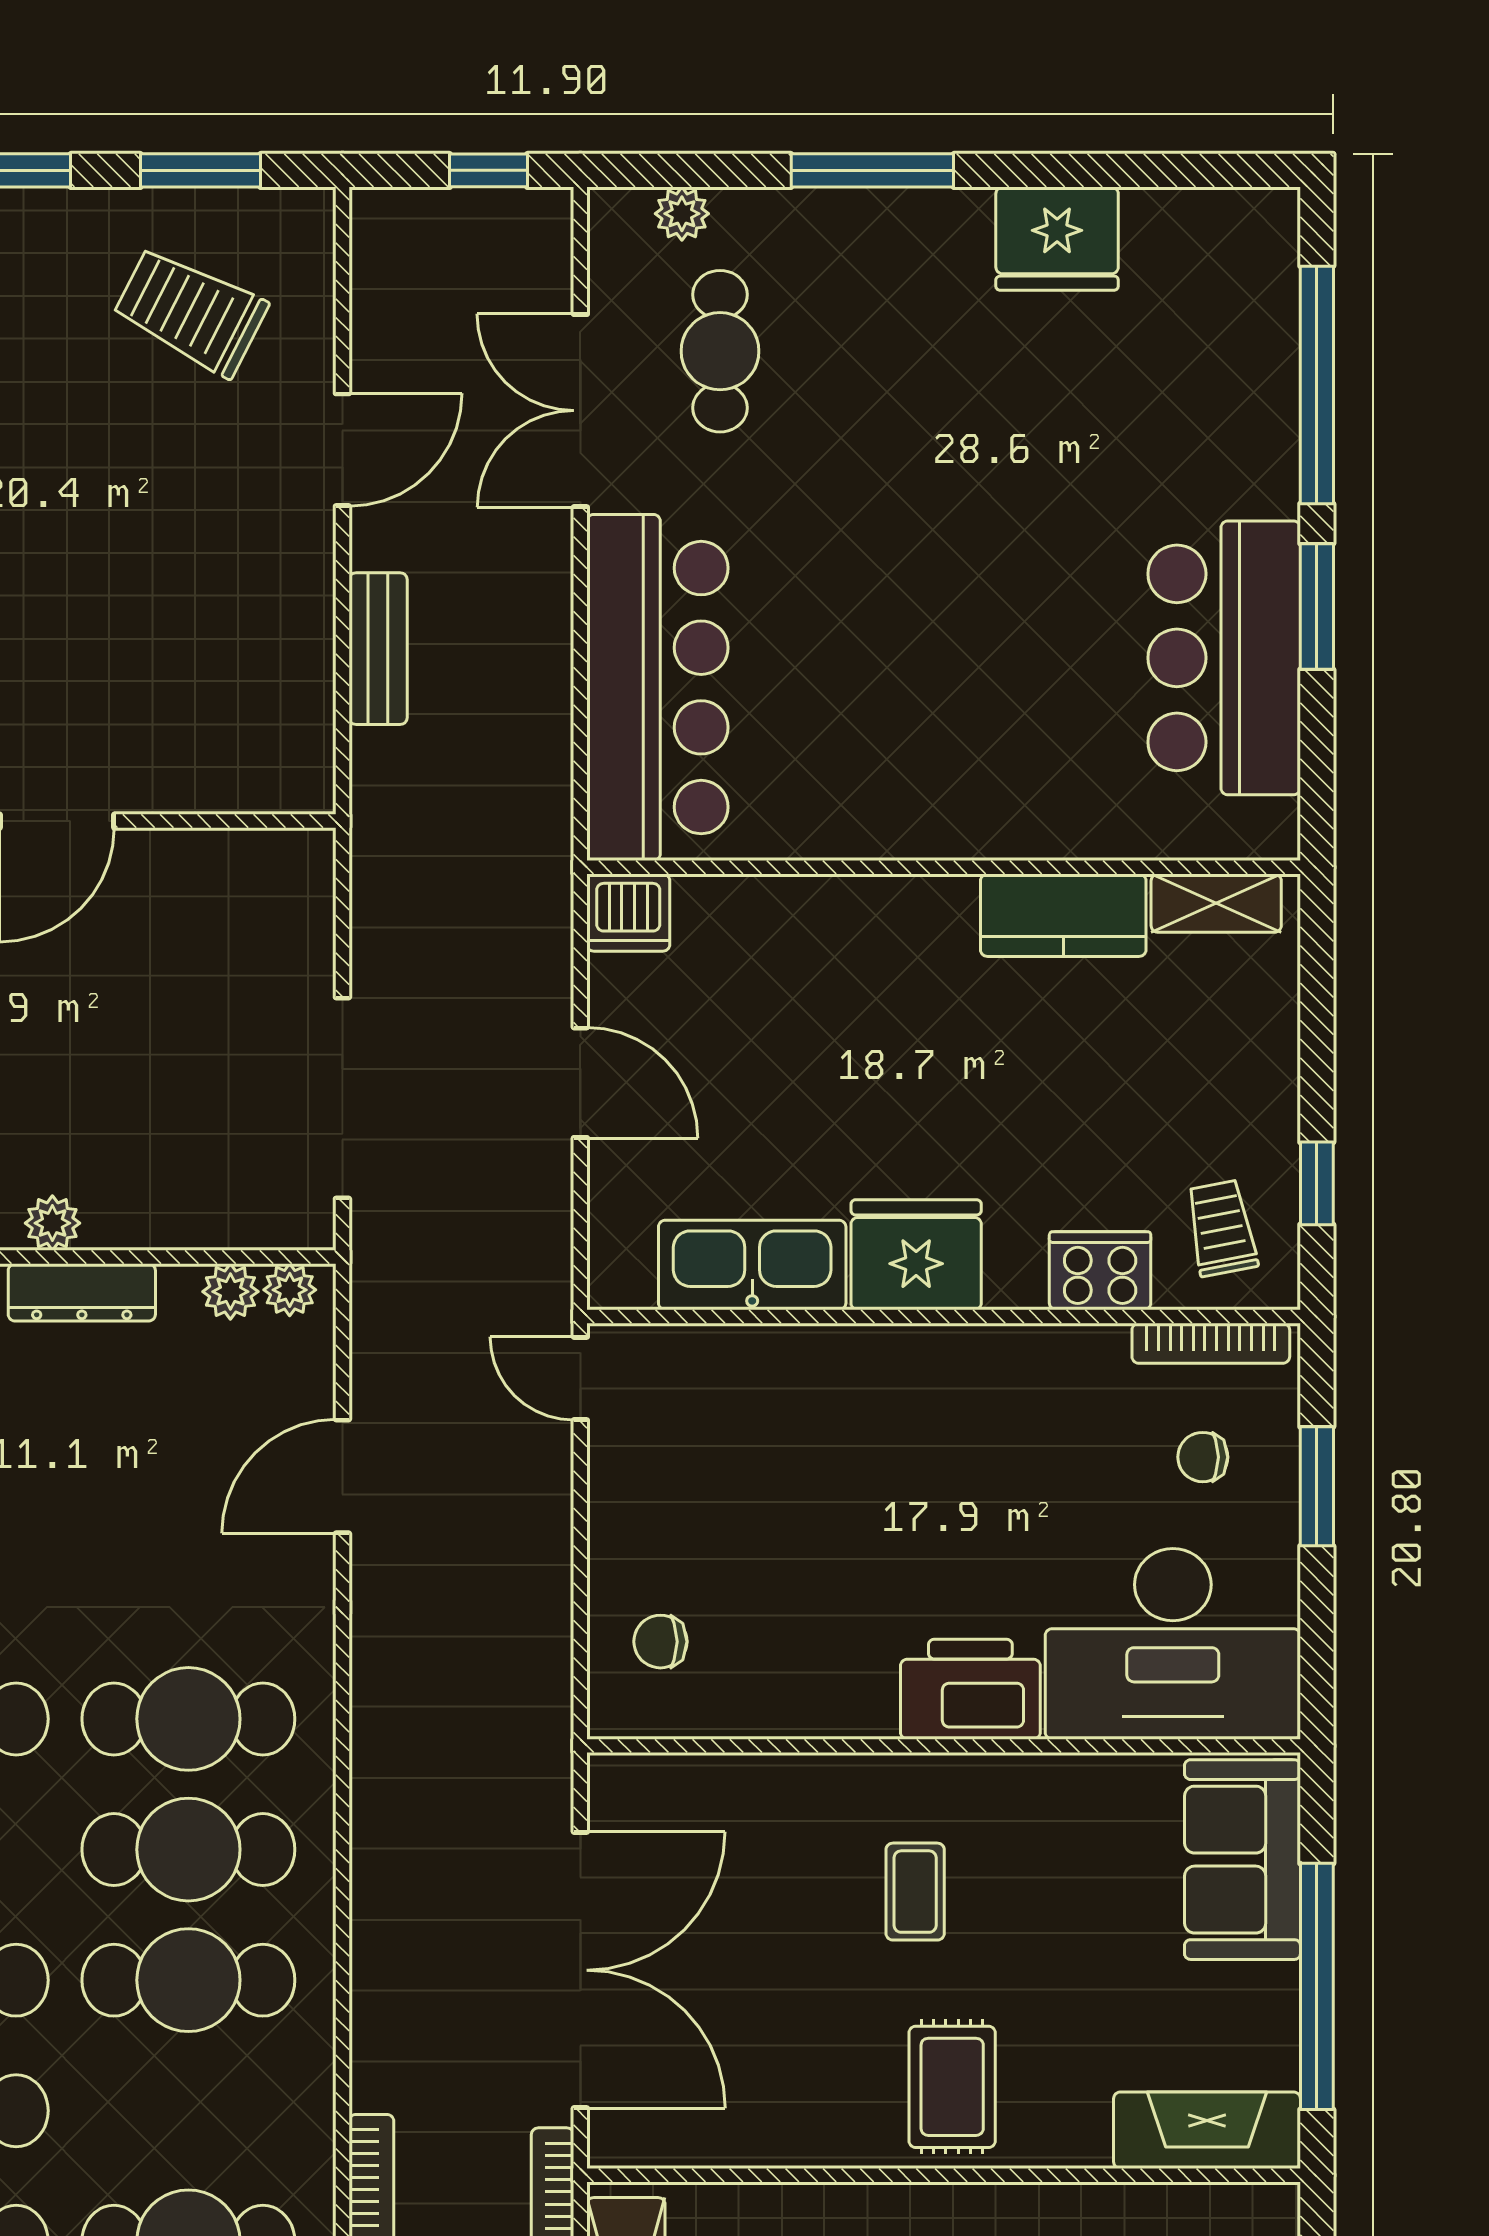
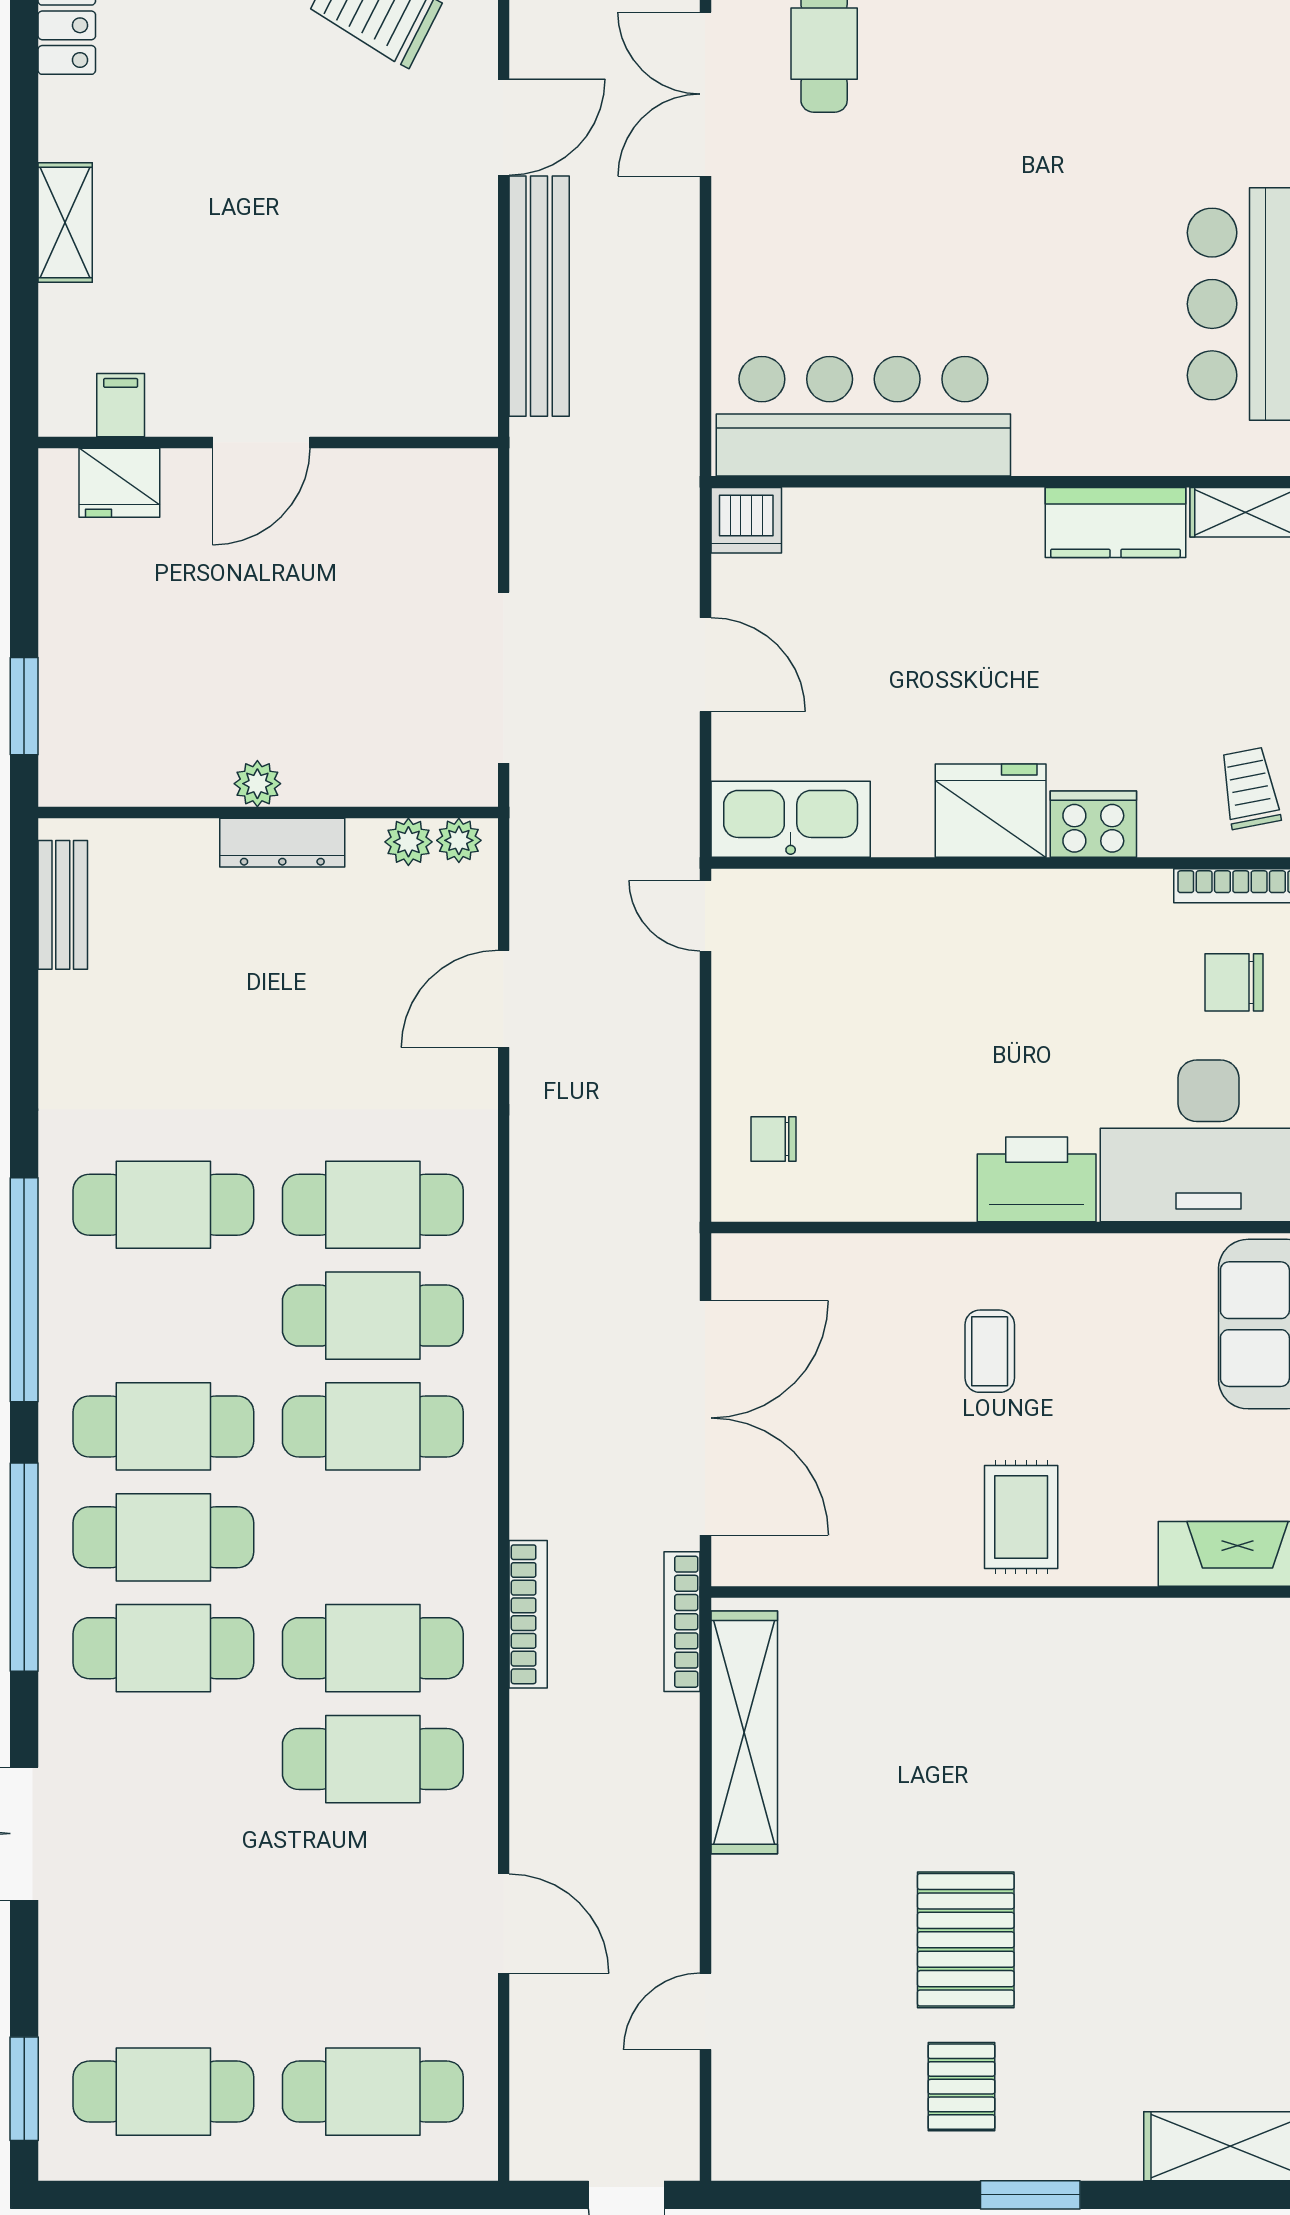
bench: (378, 649) -> (539, 296), width x1.86, depth x1.21
bar counter: (657, 688) -> (863, 416), moved, turned -90
kitchen sink: (752, 1265) -> (791, 819), moved
cooker: (1100, 1271) -> (1093, 824), moved
chair: (1203, 1457) -> (1234, 982), width x1.37, depth x1.37

